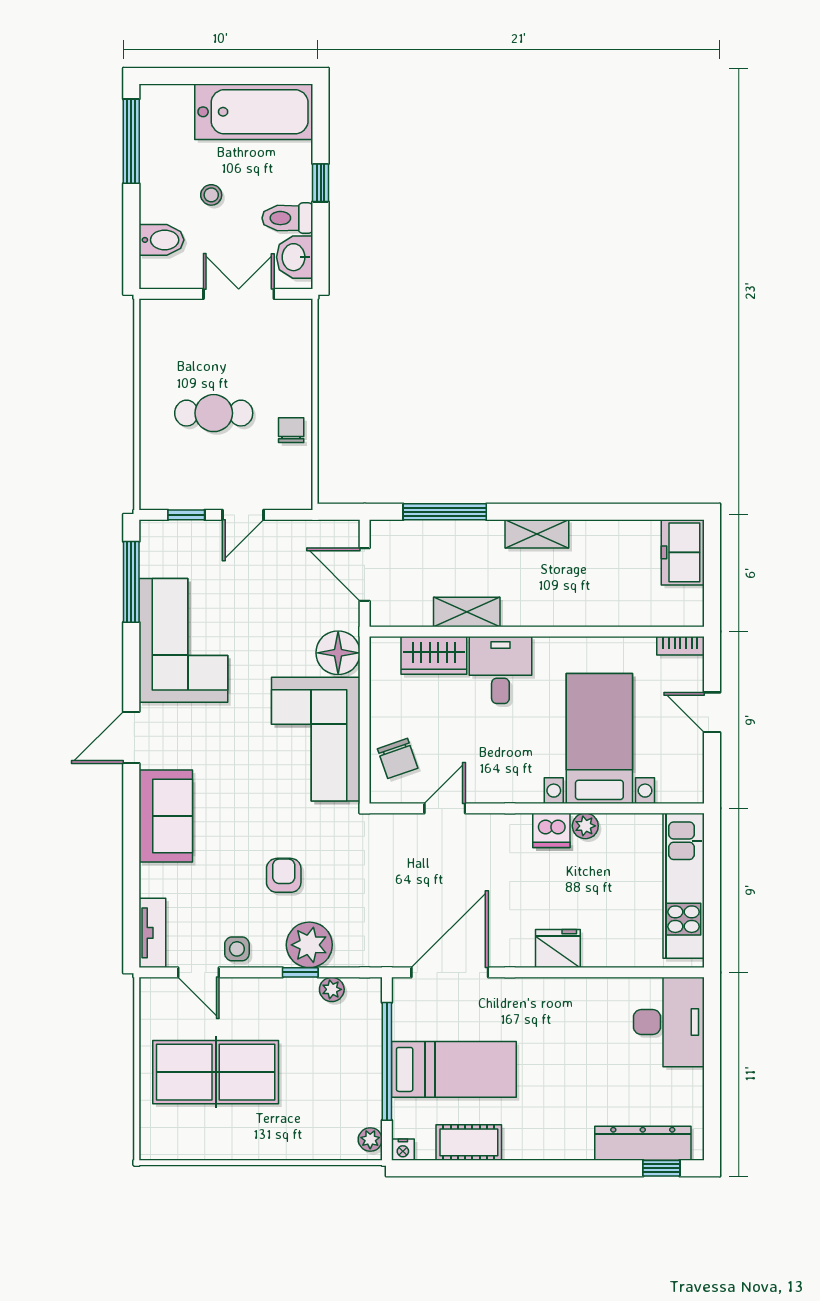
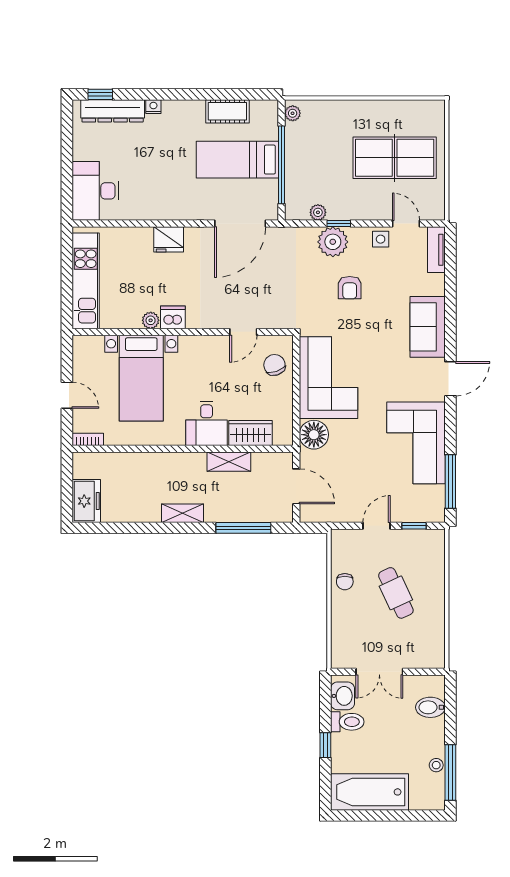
stool: (211, 195) -> (436, 765), moved
cafe table: (214, 413) -> (396, 593), turned 65
nightstand: (403, 1150) -> (153, 107), moved

